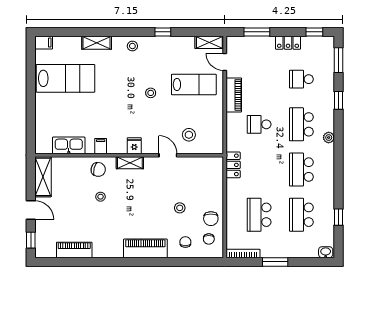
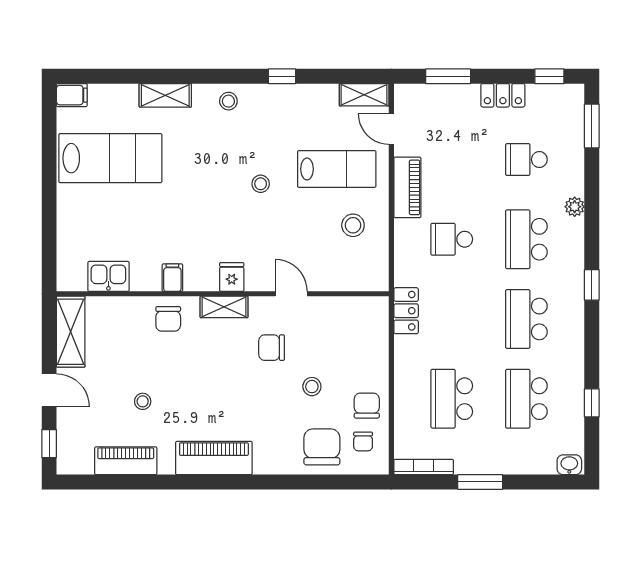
window: (338, 100) -> (592, 285), moved
stool: (189, 135) -> (353, 225), moved
plant: (329, 138) -> (575, 207), moved
kitchen sink: (69, 145) -> (108, 276), width x0.73
chair: (98, 169) -> (168, 319), turned 77
chair: (157, 186) -> (272, 348), added
stool: (101, 197) -> (143, 401), moved
chair: (211, 219) -> (367, 406), turned 180
chair: (185, 242) -> (322, 447), width x1.87, depth x1.87
piano: (145, 248) -> (214, 458), moved

